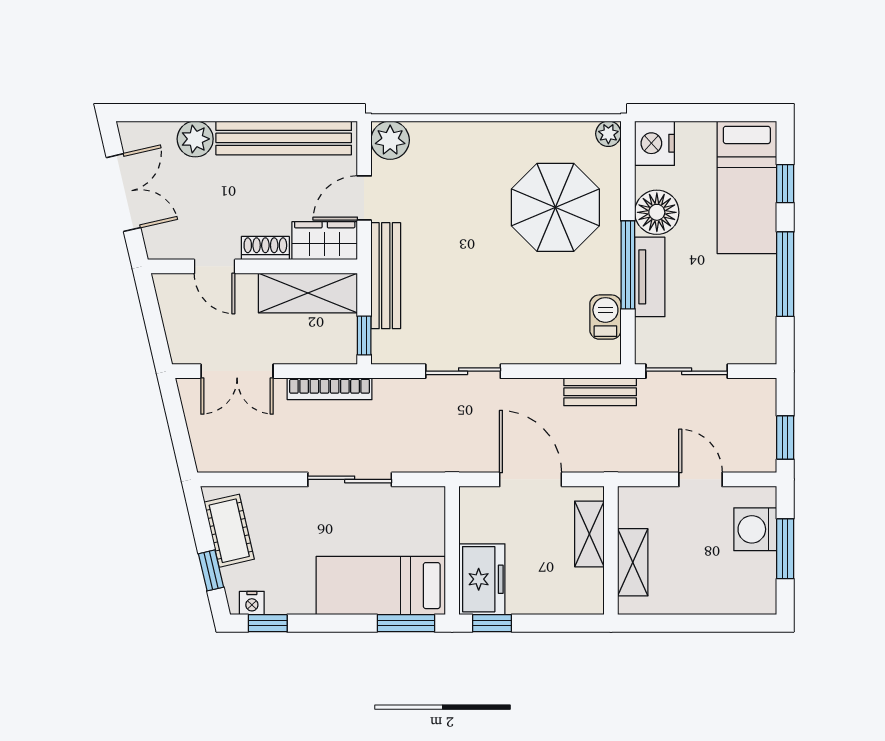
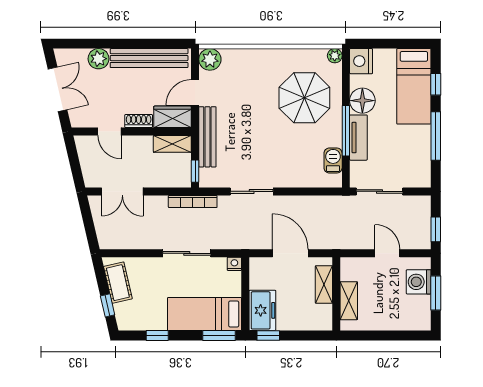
shelving: (308, 293) -> (172, 144), width x0.67, depth x0.75
bookcase: (330, 389) -> (193, 202), moved
bench: (600, 392) -> (330, 203), removed
nightstand: (252, 603) -> (234, 264), moved, turned 180
window: (268, 623) -> (157, 335), moved

